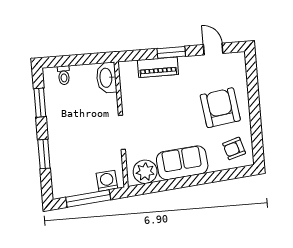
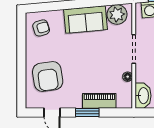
floor lamp: (127, 99) -> (128, 77), added
armchair: (220, 108) -> (48, 76), moved

